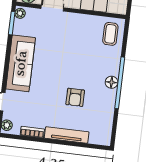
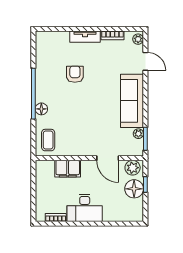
plant: (20, 13) -> (138, 134), moved
floor lamp: (112, 82) -> (41, 109), moved
tv unit: (67, 135) -> (85, 37), width x0.71

